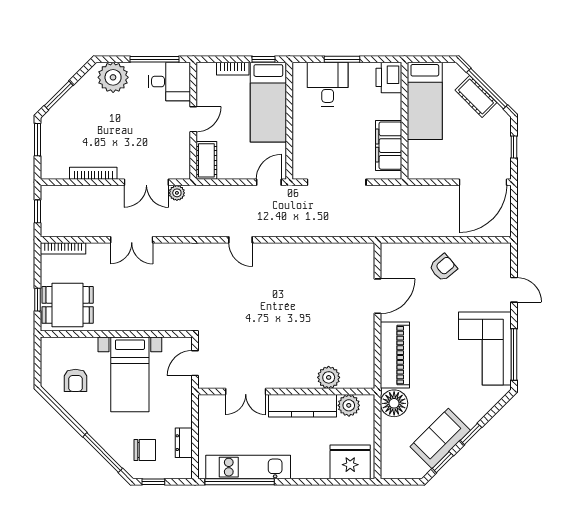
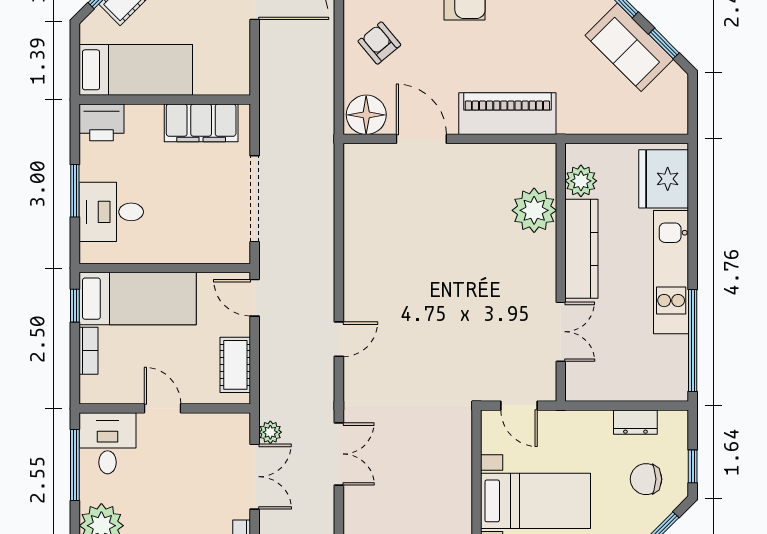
cot: (206, 160) -> (235, 365), moved, turned 90
double door: (132, 240) -> (339, 454), moved
plant: (329, 377) -> (534, 210), width x1.36, depth x1.36
floor lamp: (394, 403) -> (366, 115), moved
chair: (145, 450) -> (646, 479), turned -90
kitchen unit: (248, 467) -> (671, 272), moved

